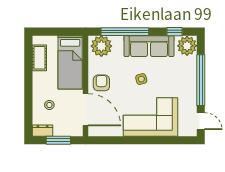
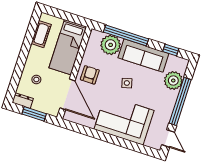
plant: (101, 46) -> (111, 45), moved
plant: (187, 46) -> (173, 81), moved

